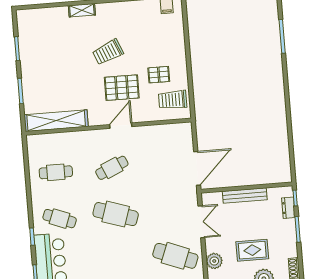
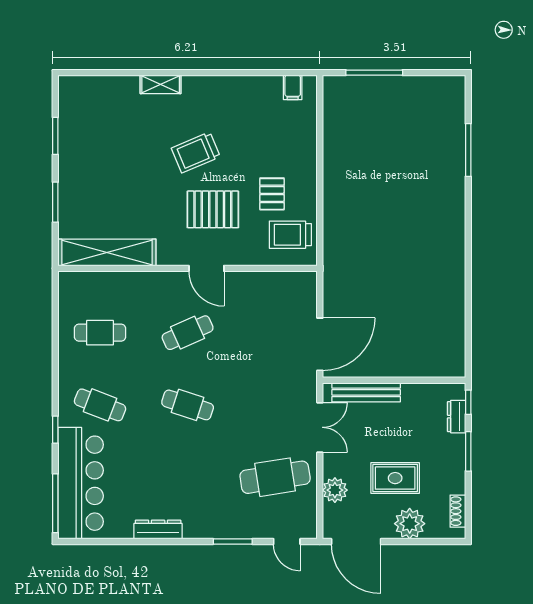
pallet: (159, 75) -> (272, 194), turned 90
door: (121, 126) -> (206, 268), swing flipped
bench: (245, 196) -> (366, 392), moved
cafe table: (116, 214) -> (188, 405), width x0.73, depth x0.74
cafe table: (175, 256) -> (275, 477), turned -30

